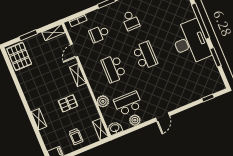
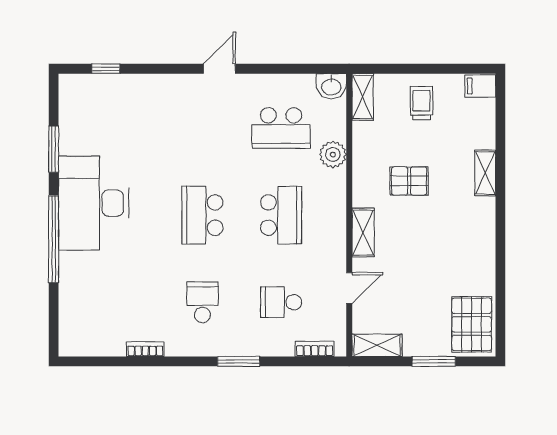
school desk: (99, 34) -> (281, 302), turned 180
plant: (135, 120) -> (281, 86), removed

